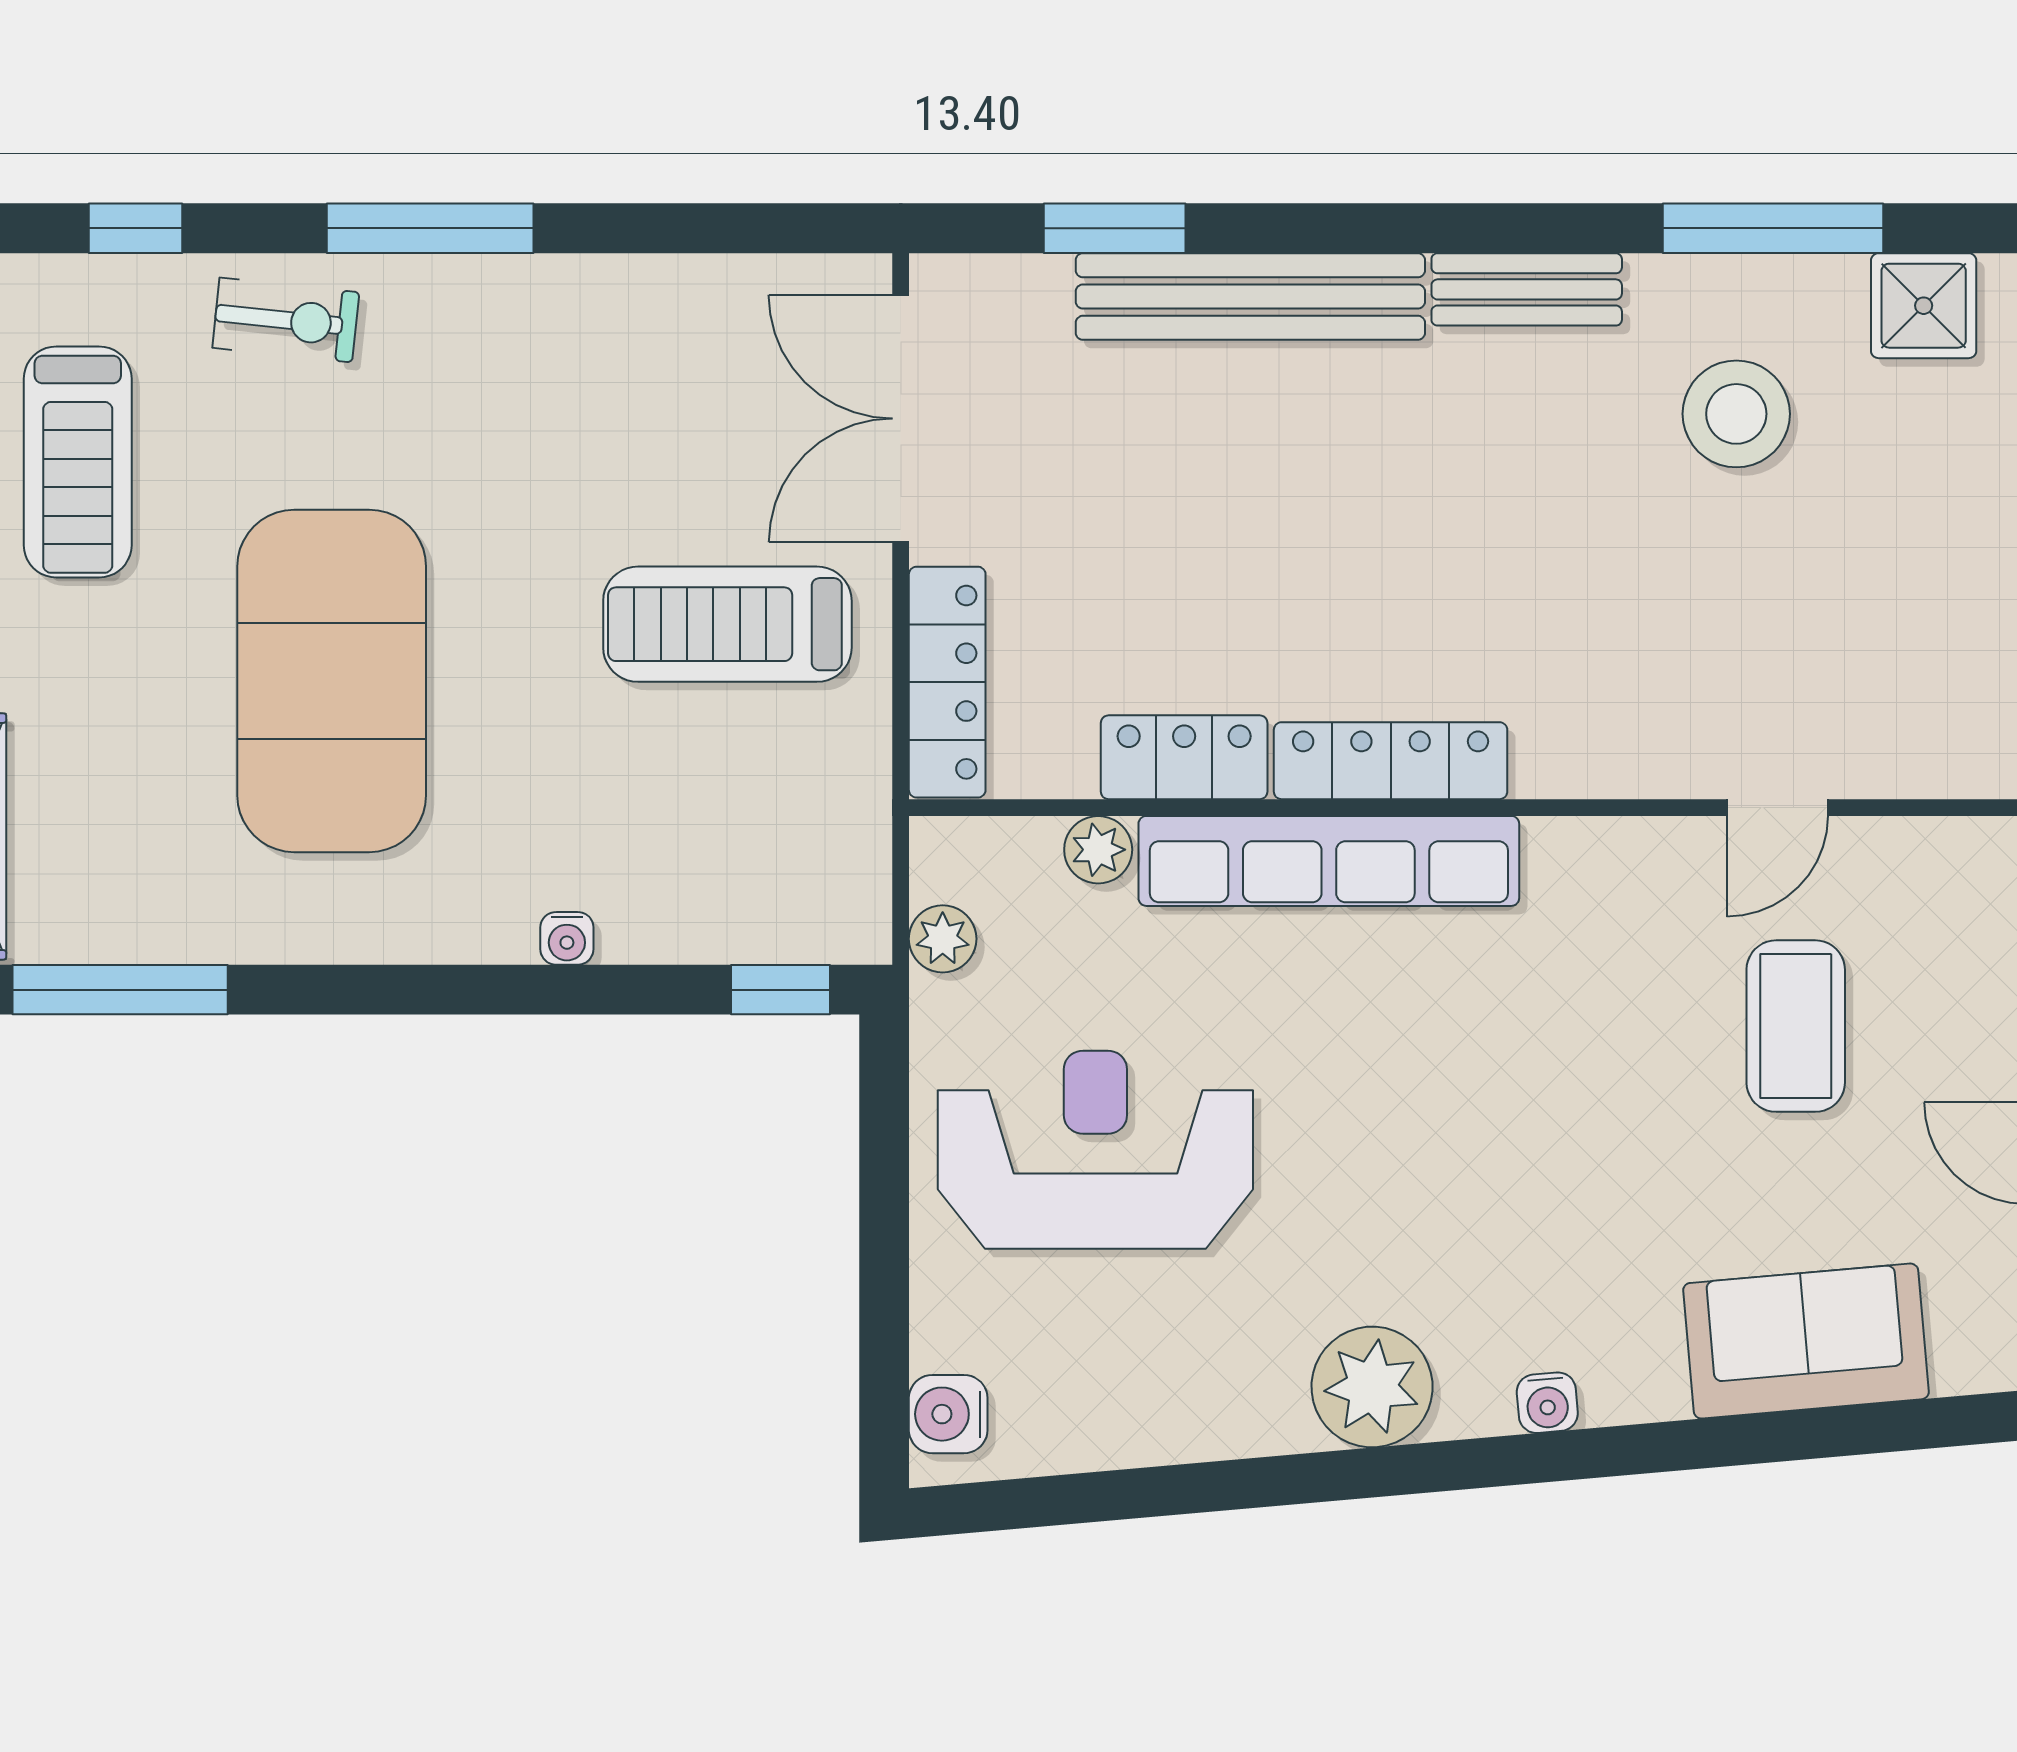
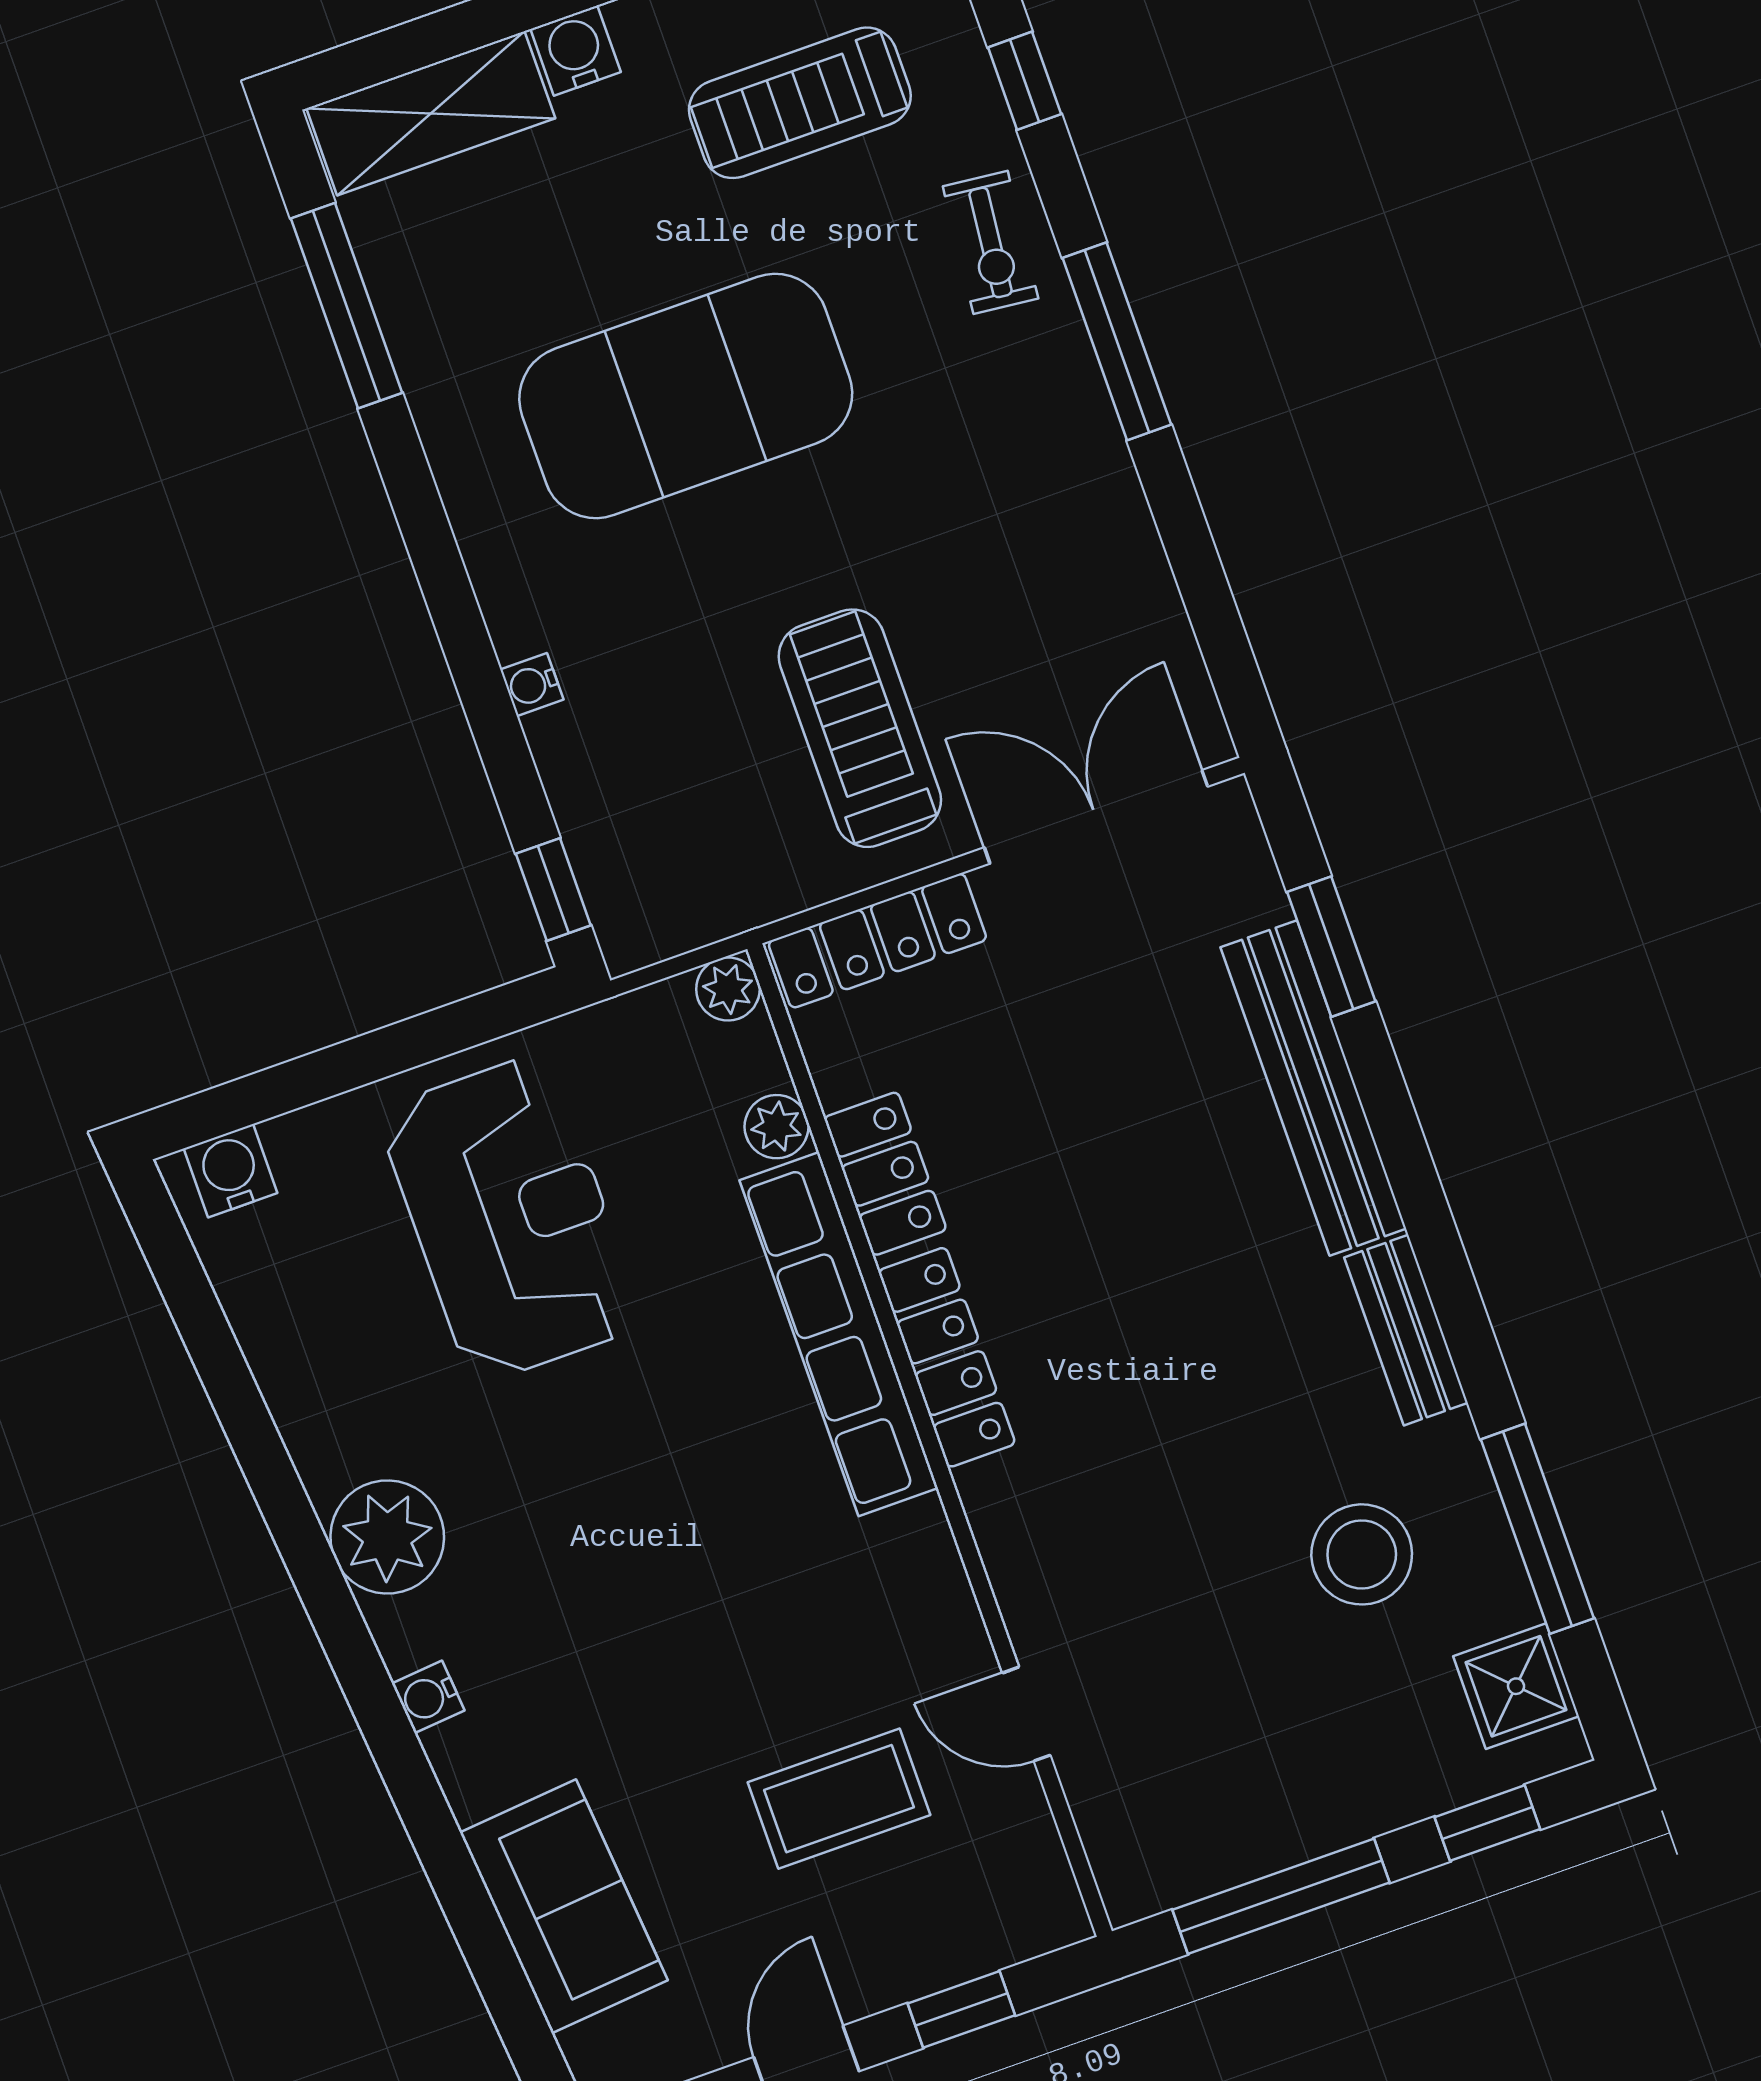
plant: (943, 939) -> (728, 989), moved

